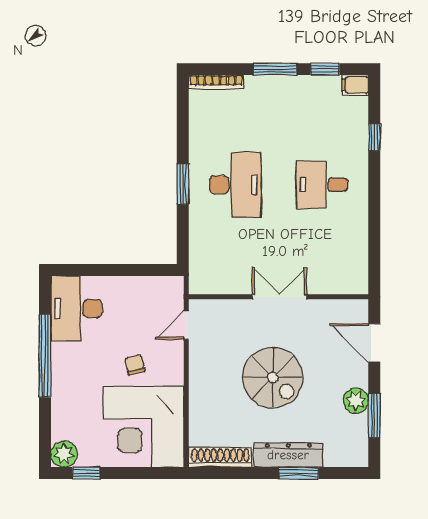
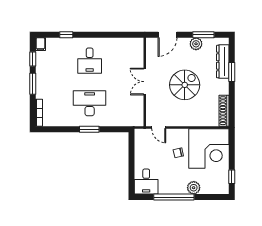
desk: (77, 308) -> (146, 182), width x0.73
plant: (64, 454) -> (194, 188), moved
dresser: (288, 455) -> (223, 62), moved

